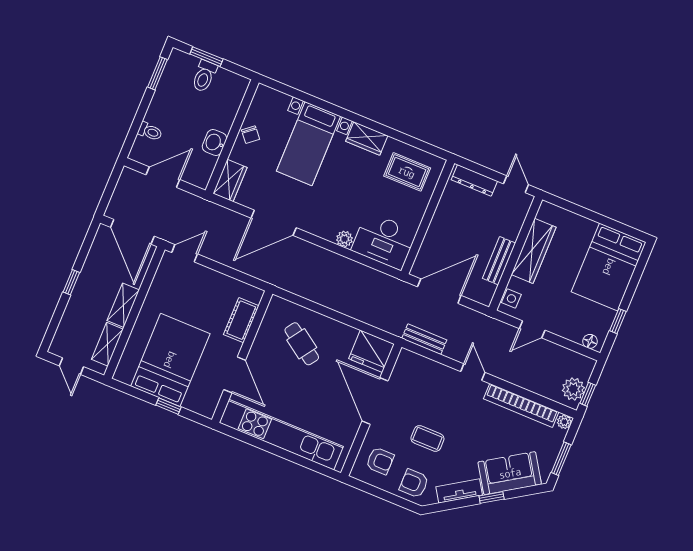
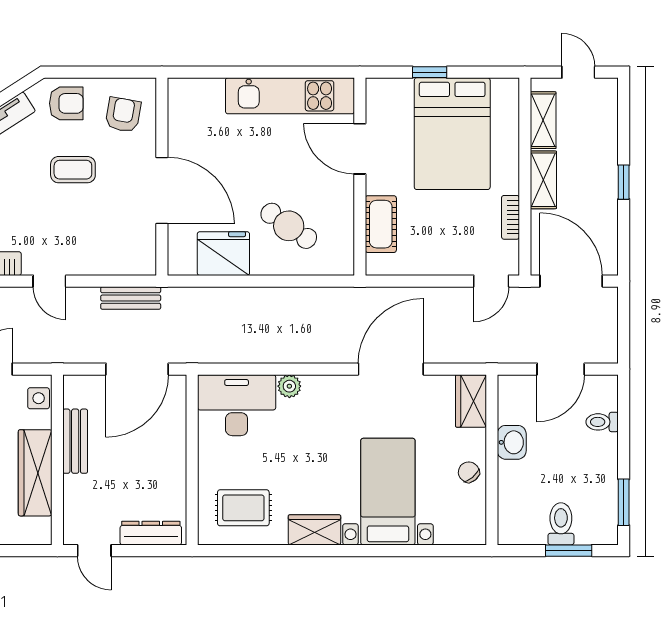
bookcase: (155, 290) -> (510, 217), added
fridge: (371, 351) -> (223, 254), moved
kitchen unit: (281, 435) -> (290, 96), width x0.73
armchair: (380, 461) -> (123, 115), turned 100

